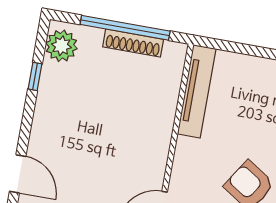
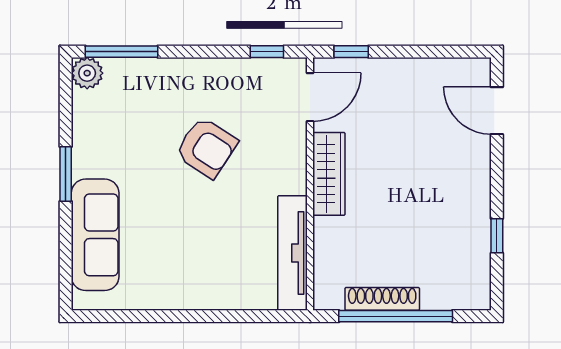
plant: (61, 46) -> (471, 280), removed
wardrobe: (157, 148) -> (329, 174), added

